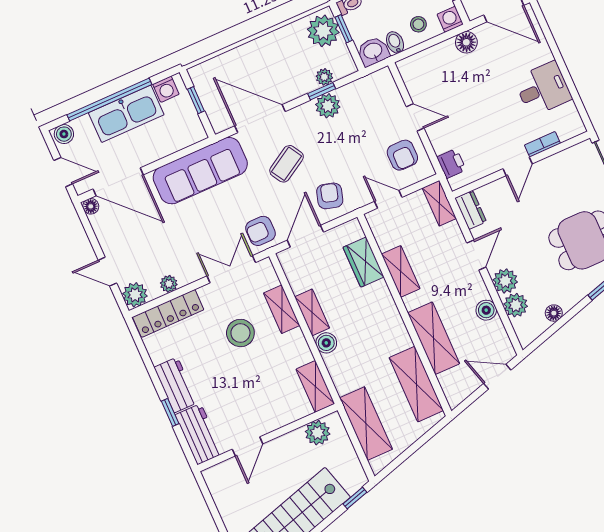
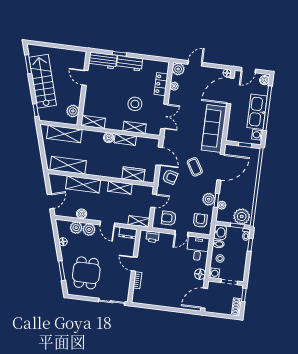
desk: (543, 89) -> (198, 249), moved, turned 180
armchair: (261, 231) -> (200, 221), moved
locker: (168, 313) -> (161, 84), width x0.66

